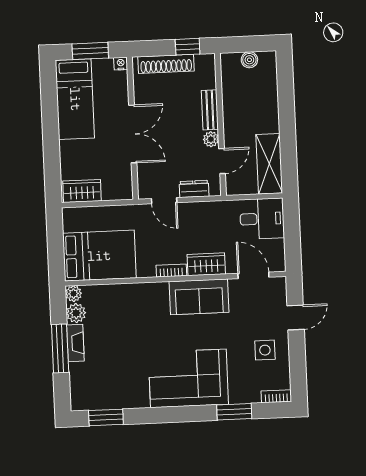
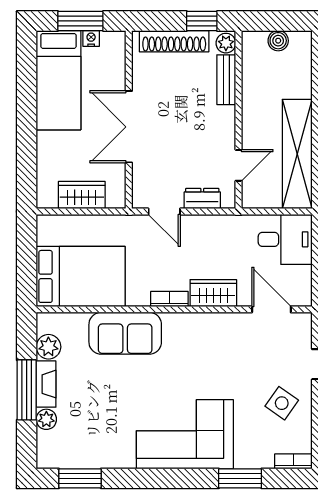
nightstand: (121, 64) -> (91, 38), moved
bench: (210, 110) -> (226, 80), moved
double door: (133, 134) -> (129, 127), swing flipped
plant: (211, 139) -> (226, 43), moved
shelving: (269, 164) -> (297, 154), width x1.47
wardrobe: (82, 191) -> (82, 195), moved
plant: (74, 294) -> (46, 419), moved
sofa: (199, 297) -> (125, 333), moved
side table: (265, 350) -> (282, 403), turned 35

